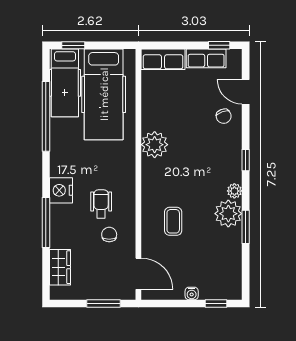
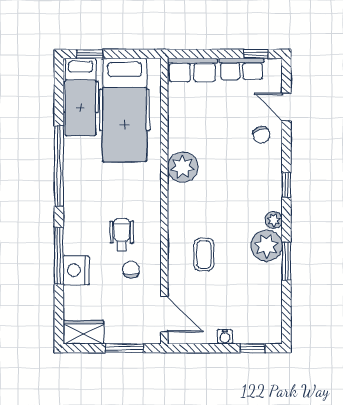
window: (46, 116) -> (59, 166), moved
nightstand: (61, 190) -> (76, 270), moved
wardrobe: (60, 267) -> (83, 332), moved, turned -90

